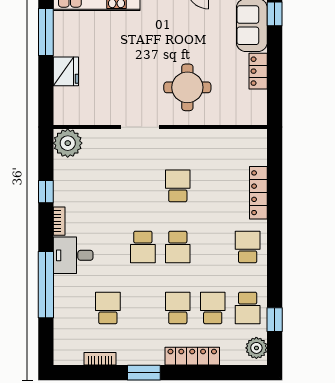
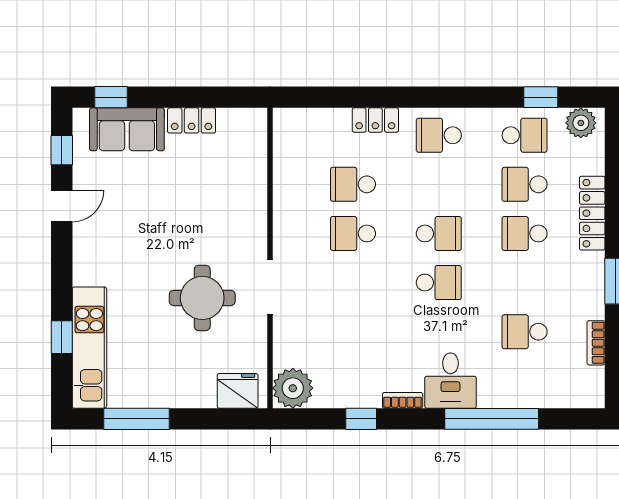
fridge: (66, 71) -> (238, 391), moved
round table: (187, 87) -> (202, 298), moved
school desk: (213, 186) -> (353, 184), added
locker: (258, 193) -> (375, 120), width x0.66

